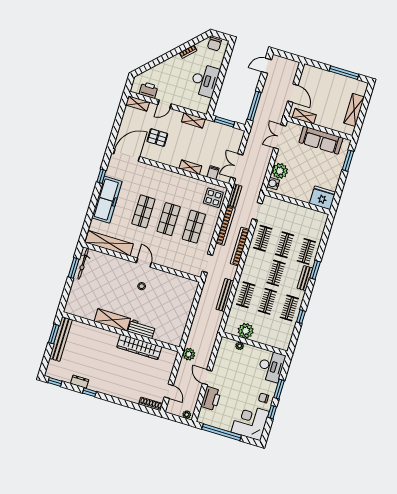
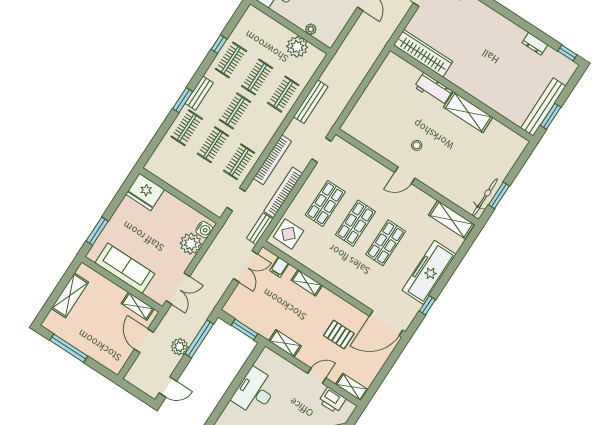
shelving: (109, 243) -> (451, 220), width x0.68
door: (144, 263) -> (405, 175), hinge flipped
wardrobe: (139, 347) -> (423, 53), moved
plant: (189, 354) -> (180, 347), moved
window: (89, 392) -> (526, 26), removed

